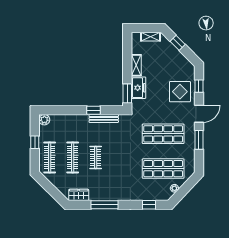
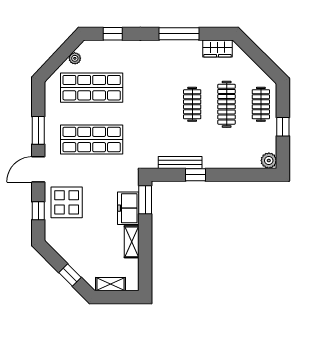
clothes rail: (50, 157) -> (261, 104), width x0.73

